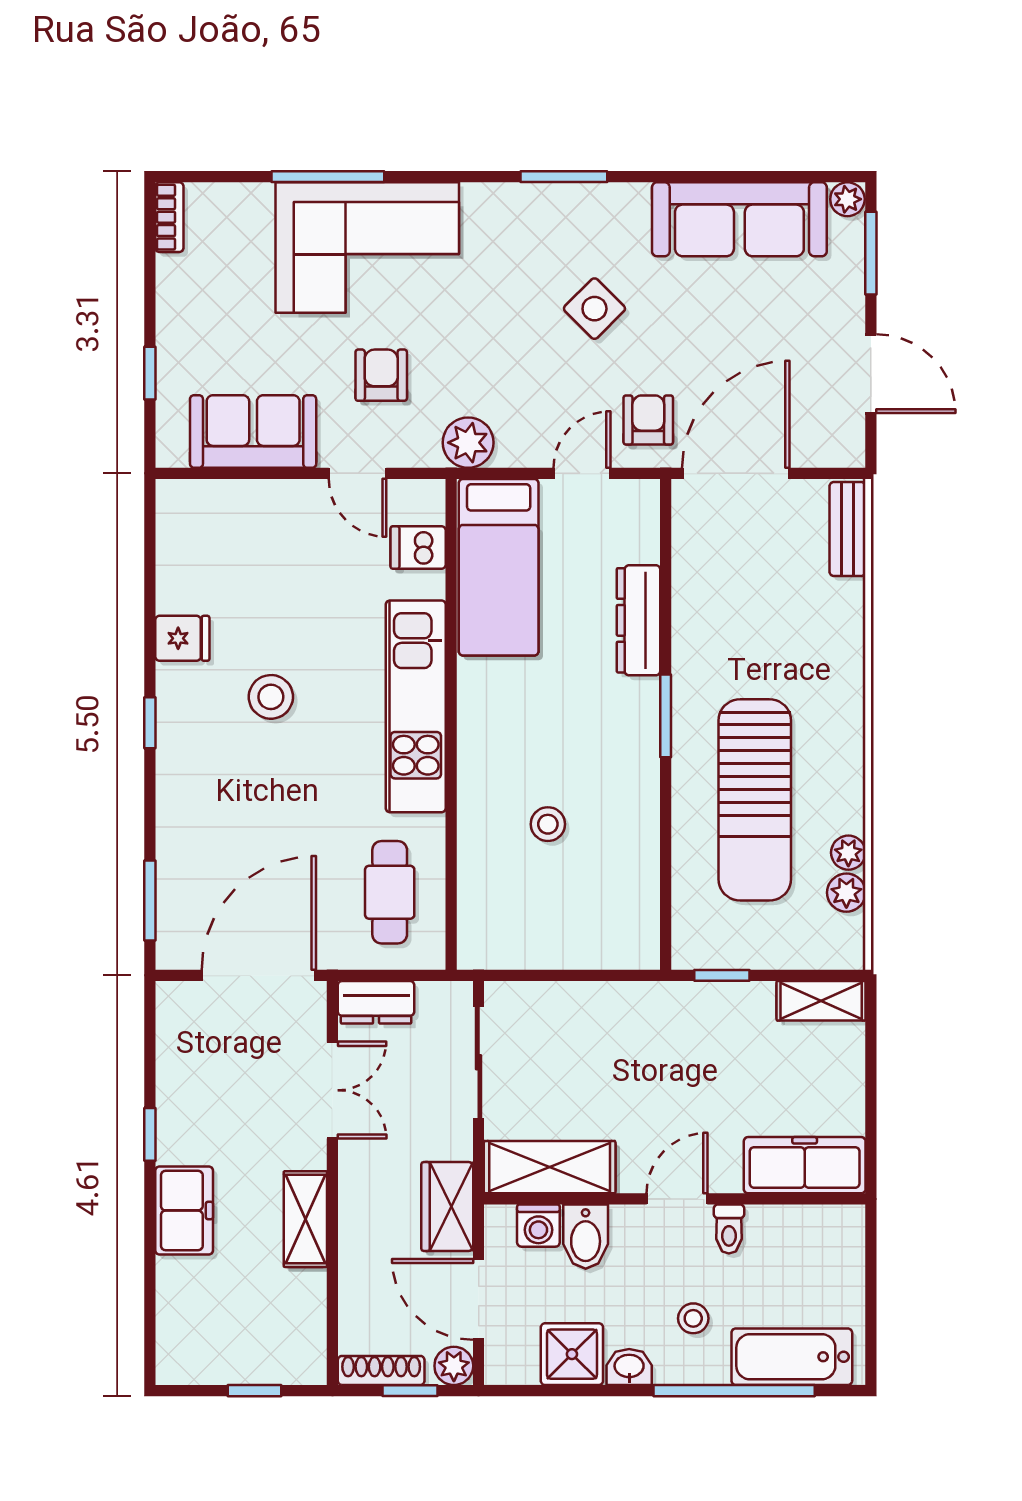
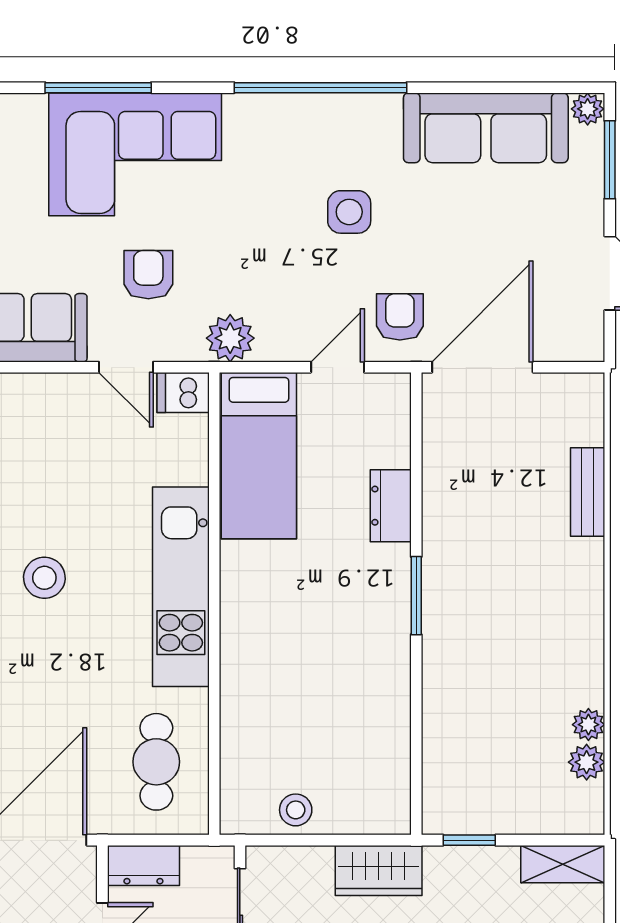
window: (564, 177) -> (320, 88), width x2.11
side table: (594, 309) -> (349, 212), turned 45
bench: (848, 529) -> (588, 492), moved
dishwasher: (418, 547) -> (183, 392), moved
dresser: (639, 620) -> (391, 506), width x0.70
sun lounger: (755, 800) -> (500, 675), removed
stool: (548, 824) -> (296, 810), moved
wardrobe: (626, 1007) -> (379, 870), added

